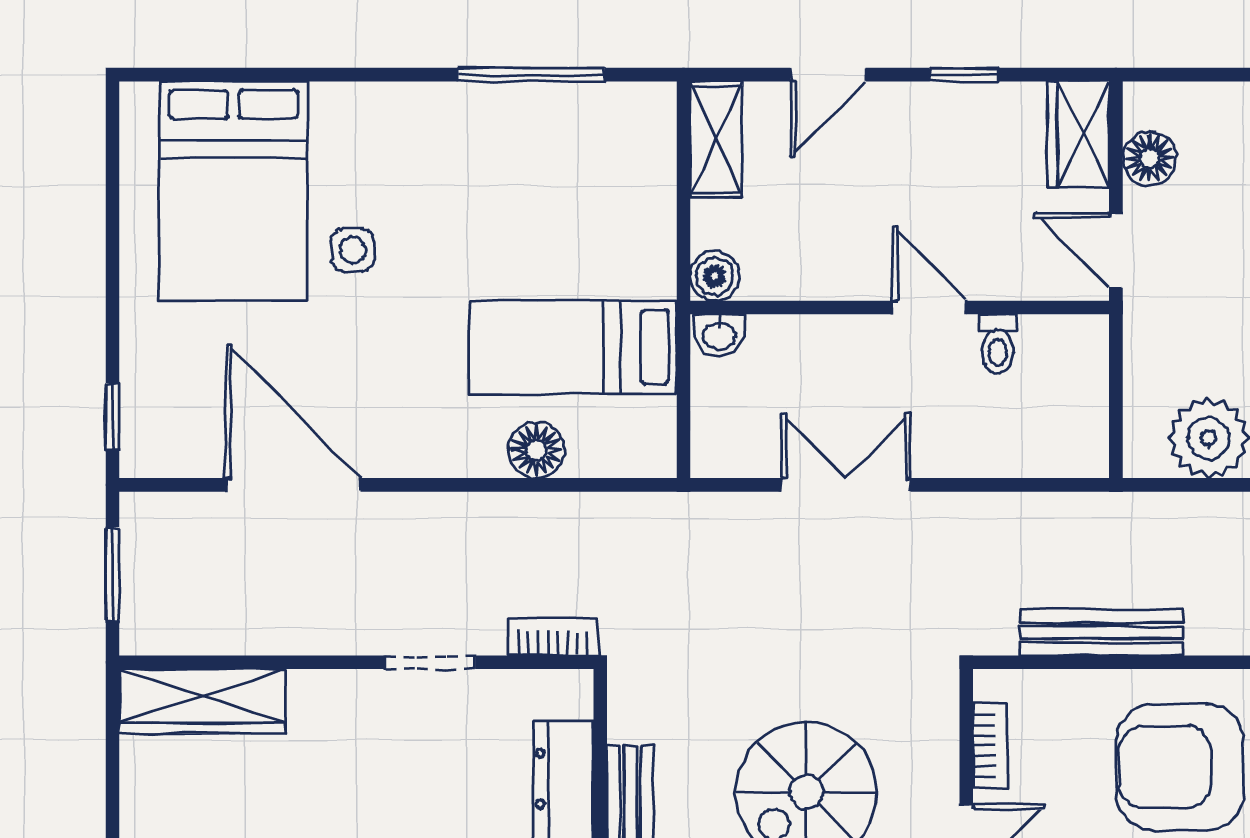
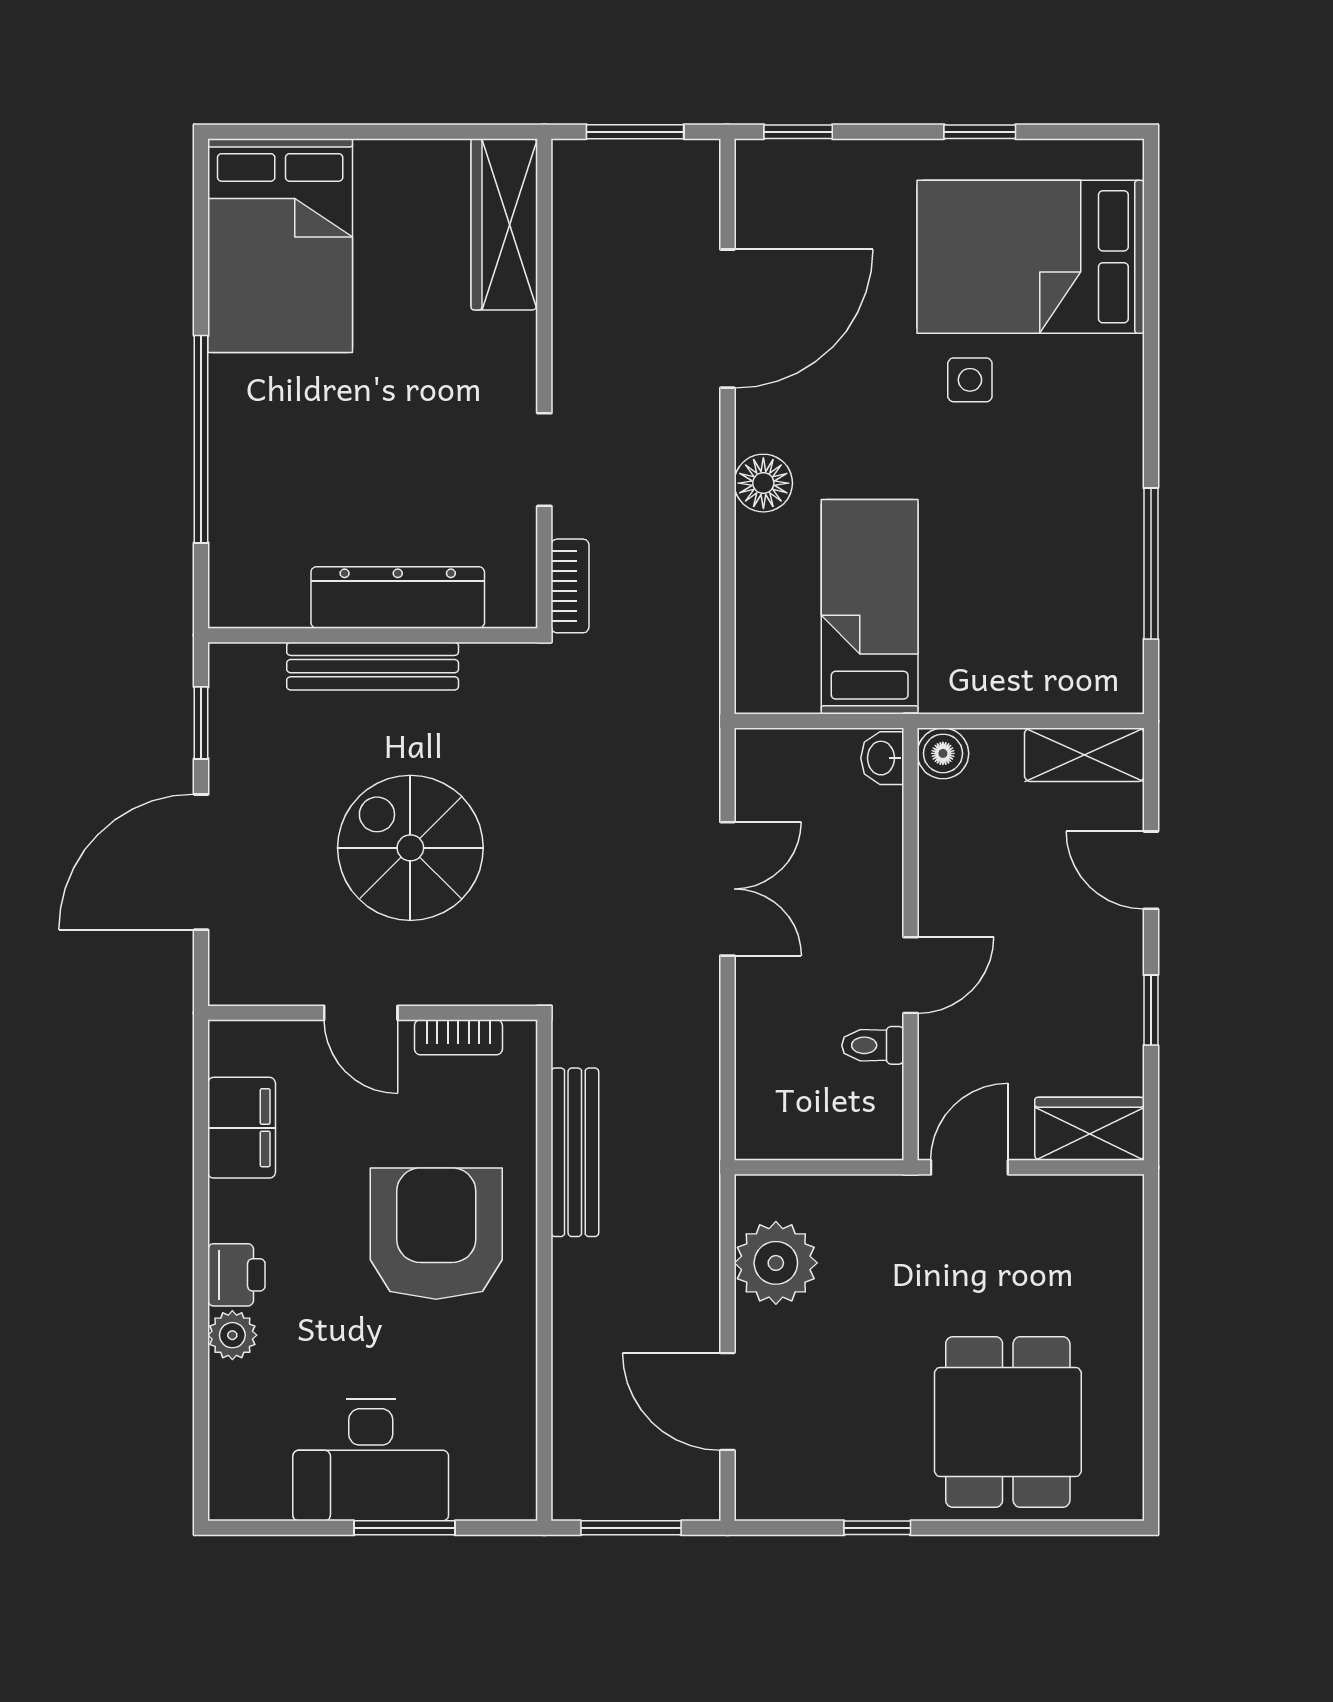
floor lamp: (1150, 158) -> (1064, 1202), removed
window: (112, 240) -> (980, 132), added
floor lamp: (536, 450) -> (763, 483), moved

